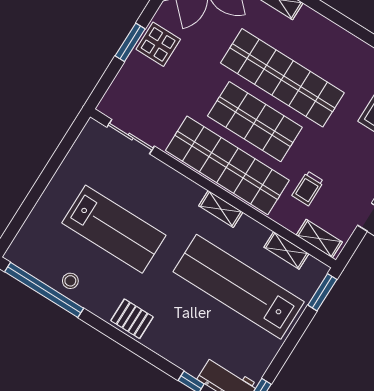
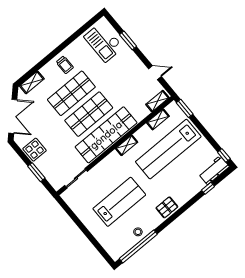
window: (130, 42) -> (36, 172), moved
shop shelf: (282, 78) -> (71, 93), width x0.71
trolley: (308, 188) -> (65, 65), moved

